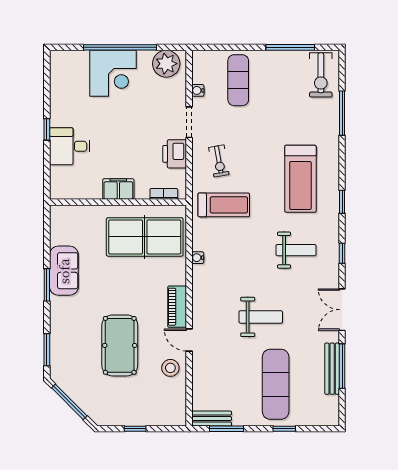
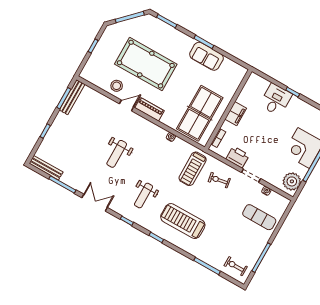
exercise bike: (321, 75) -> (236, 266), width x0.73, depth x0.72
pool table: (120, 345) -> (146, 64), width x1.36, depth x1.32
bench: (332, 369) -> (46, 168), moved
exercise mat: (276, 384) -> (73, 141), removed
bench: (212, 419) -> (72, 97), width x1.36

